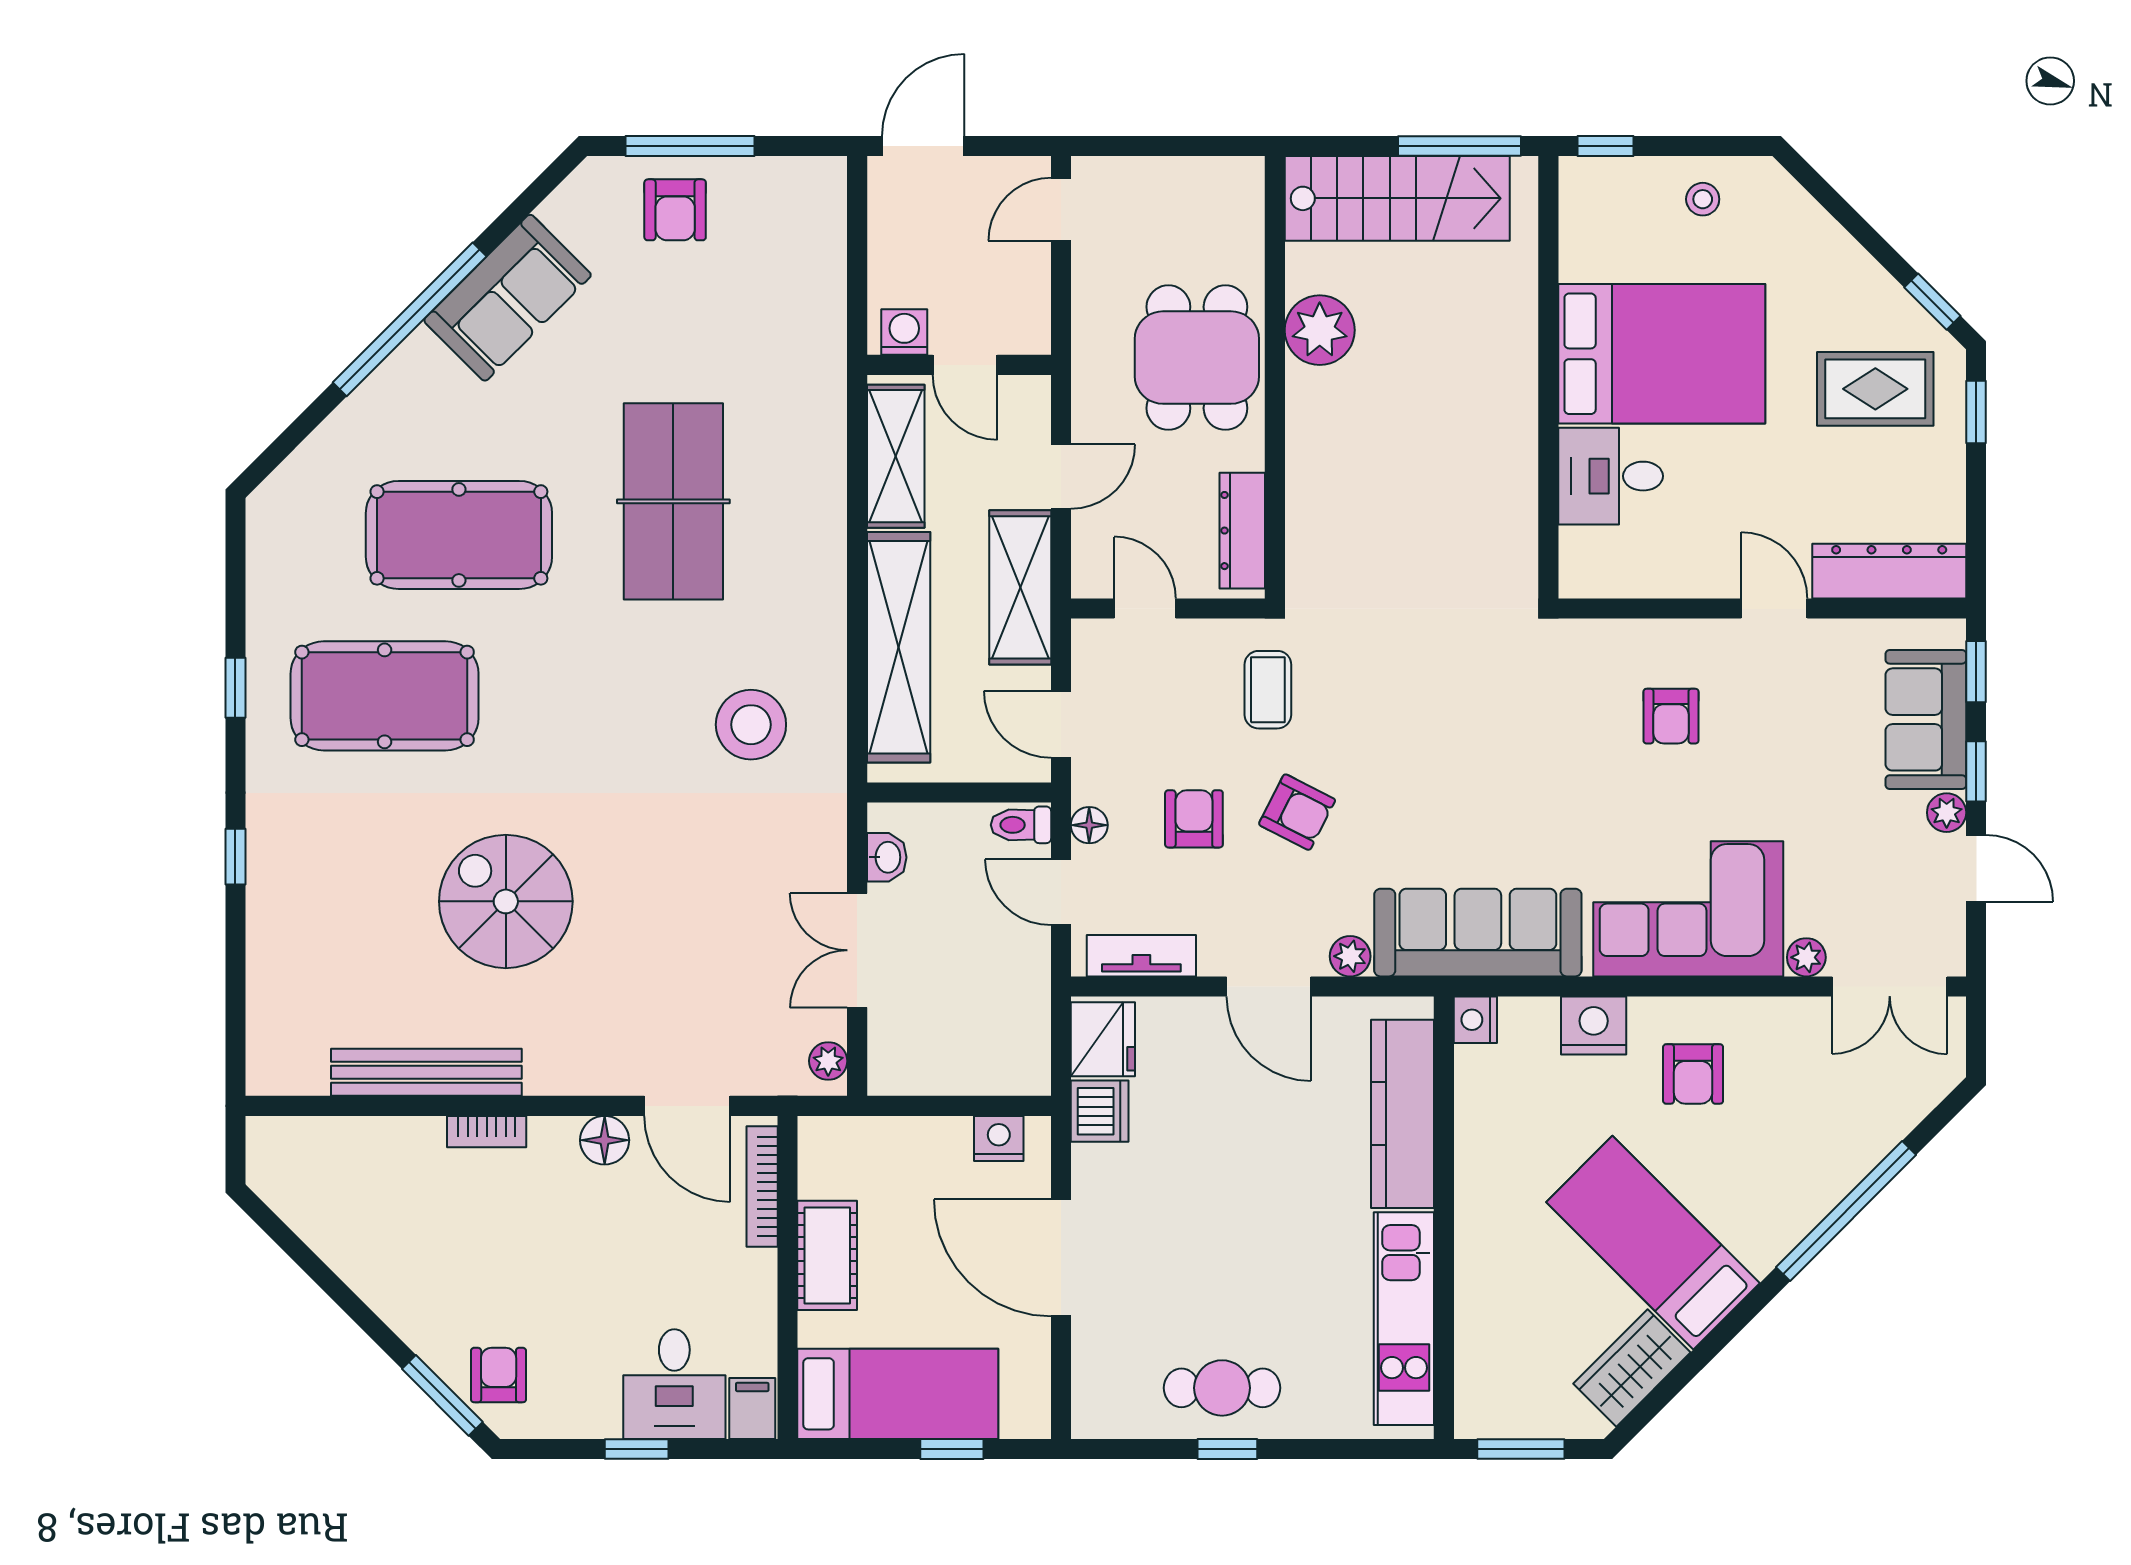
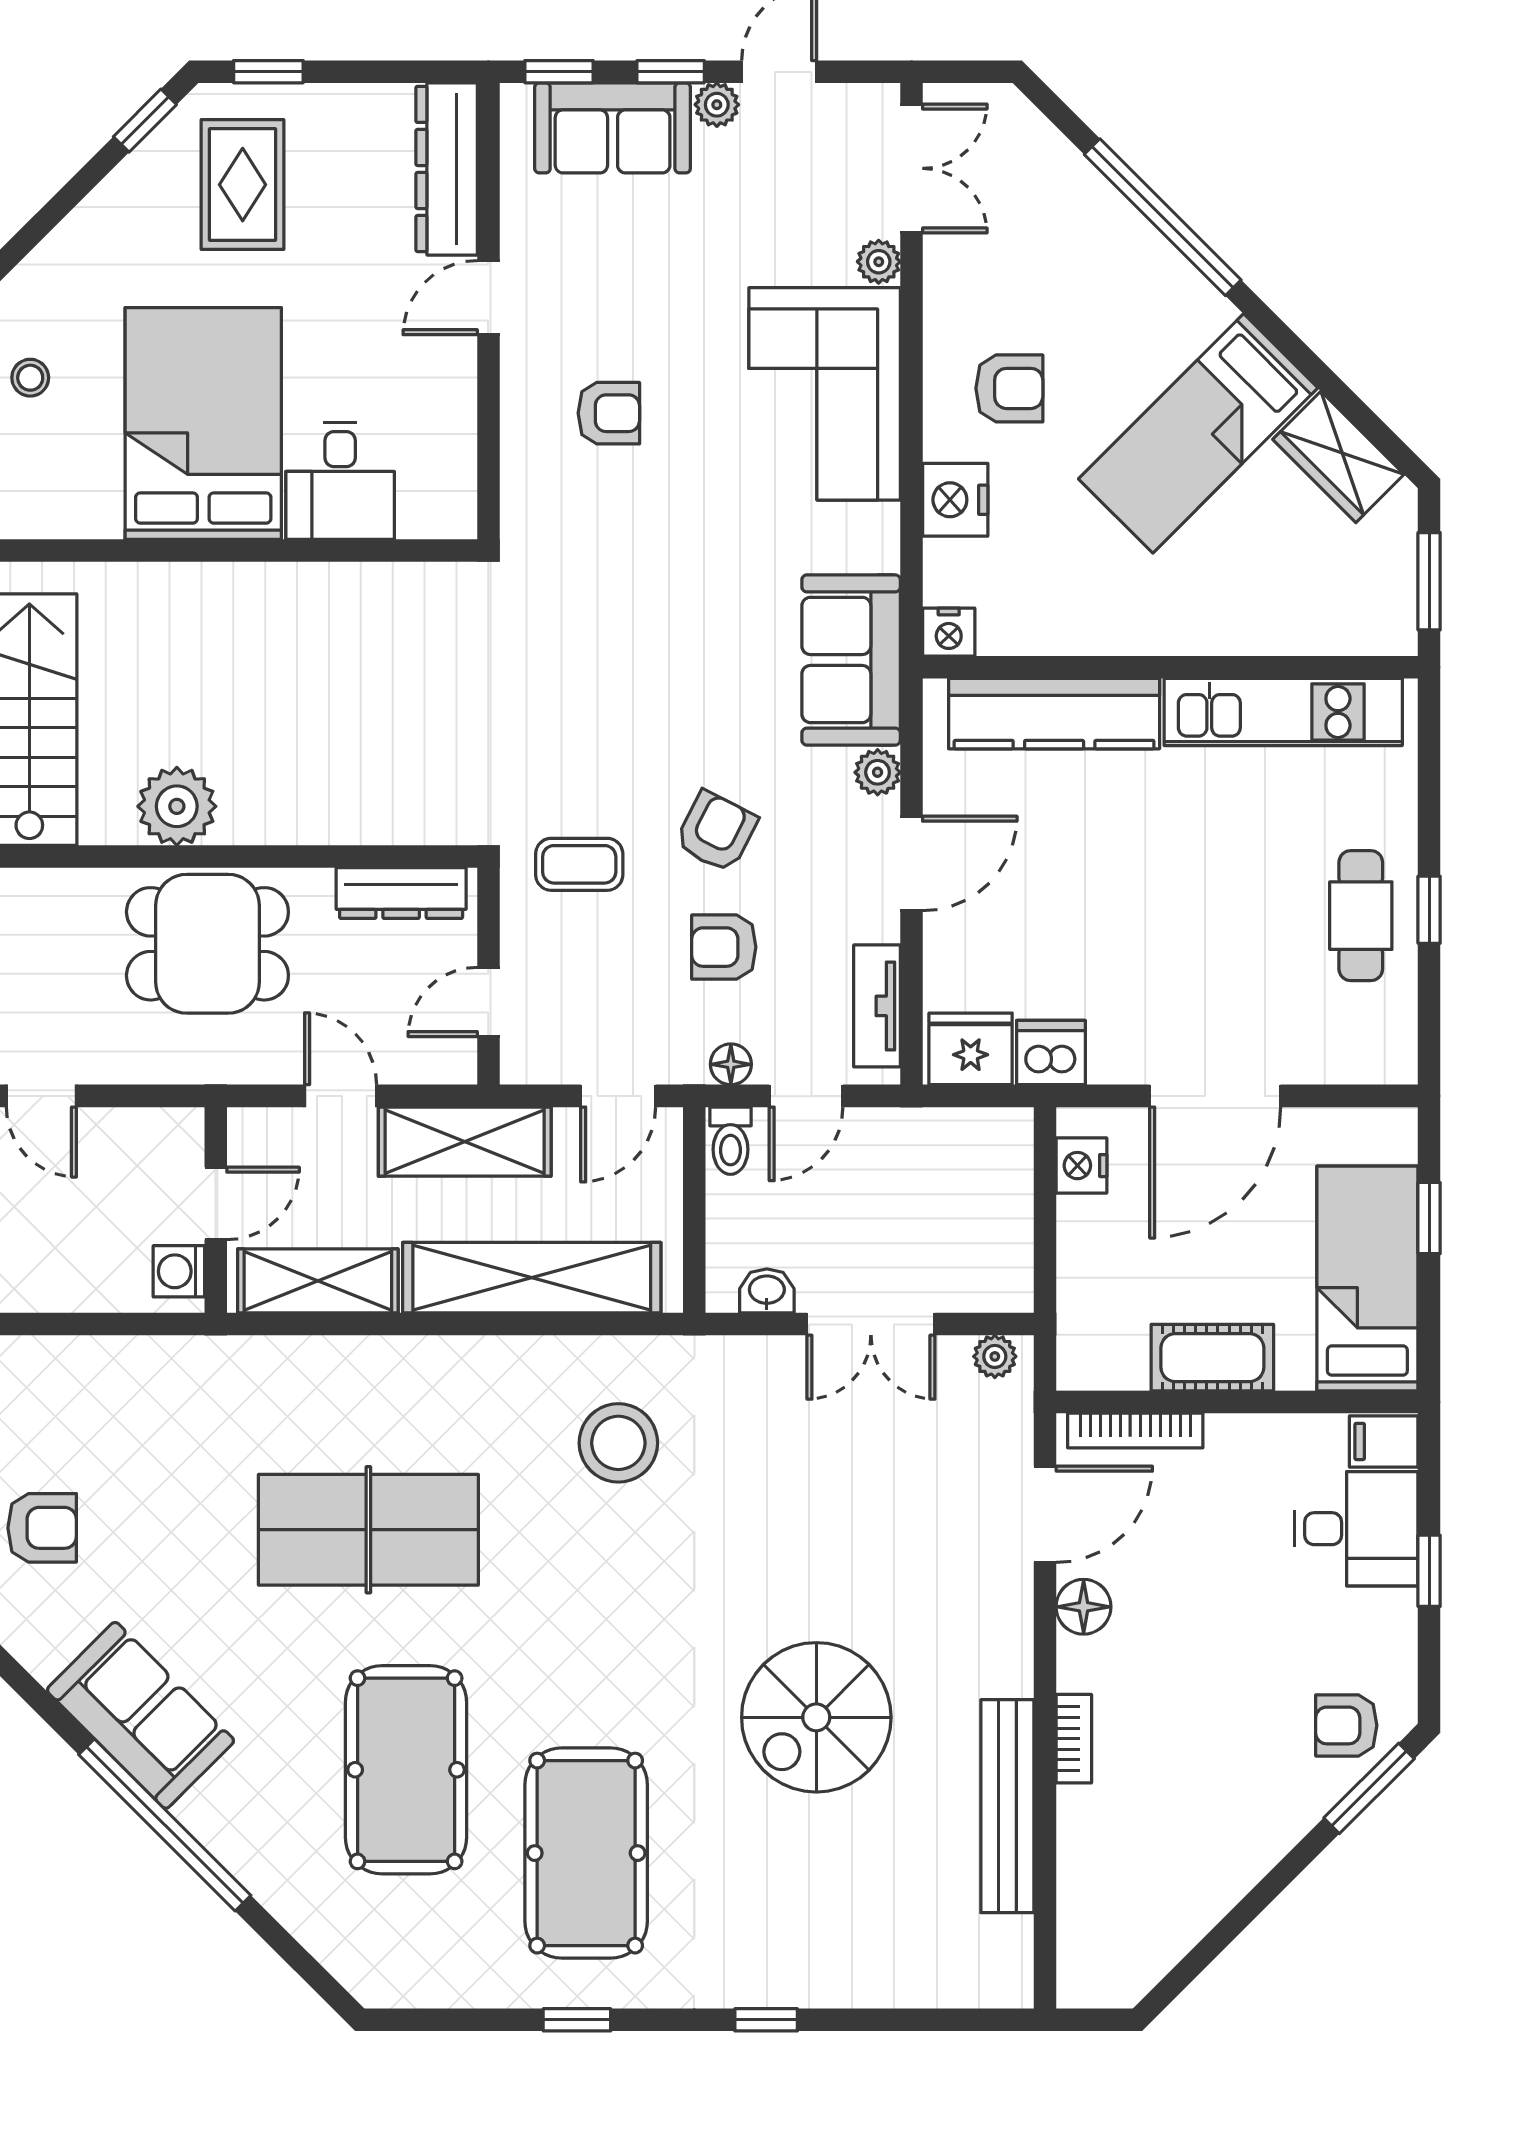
sofa: (1478, 933) -> (851, 660), width x0.73

